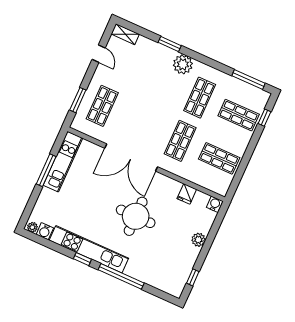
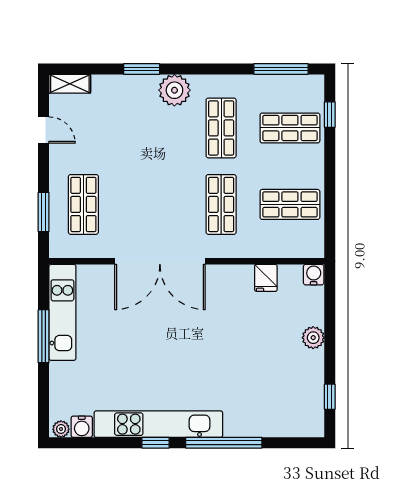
round table: (136, 216) -> (205, 345), removed

